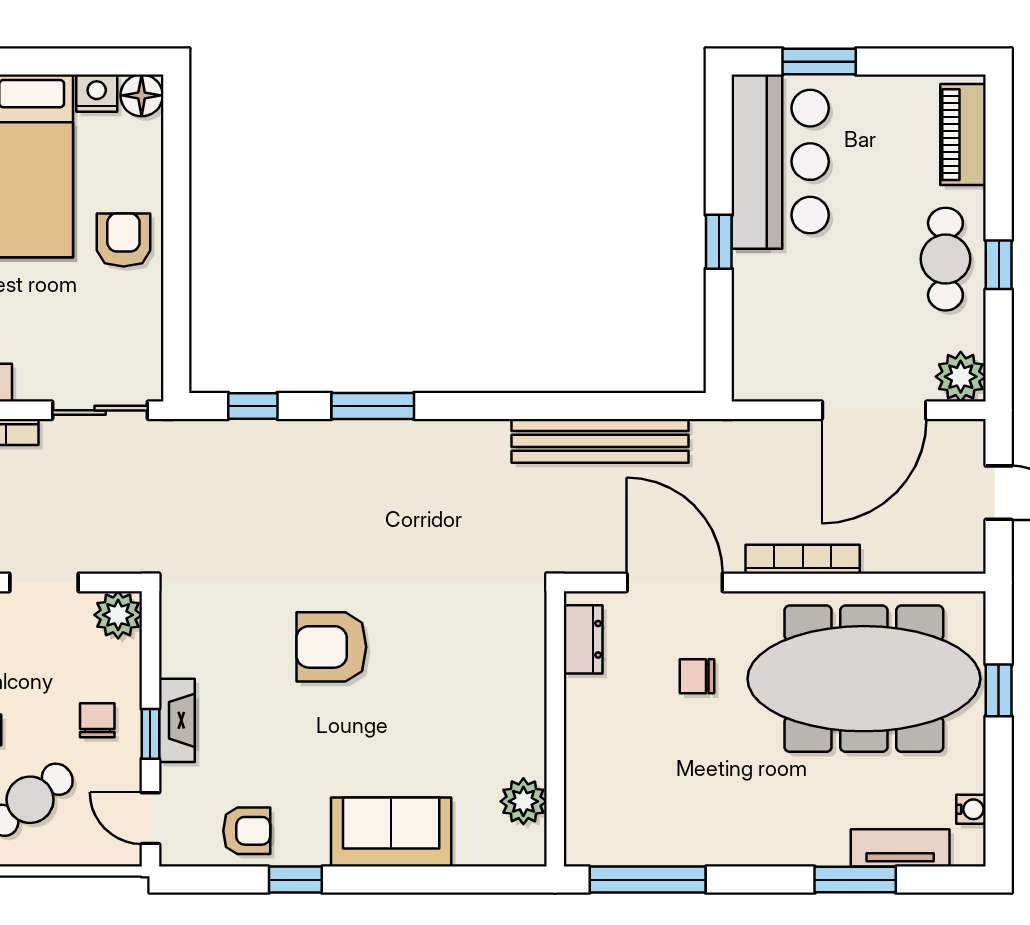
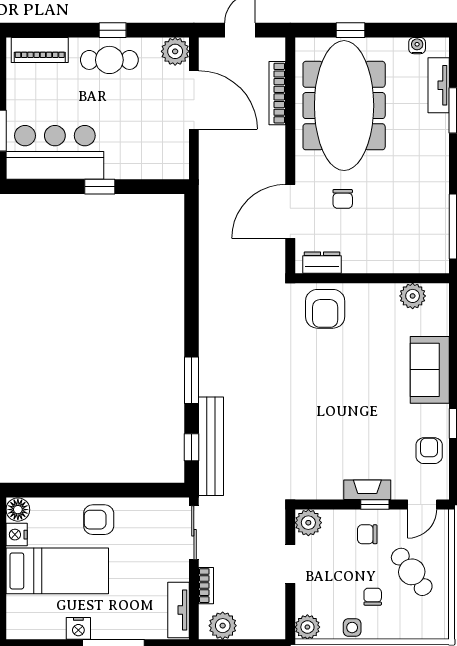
bench: (600, 441) -> (211, 446), moved
bookcase: (803, 559) -> (277, 93), moved
armchair: (331, 647) -> (325, 309), moved

